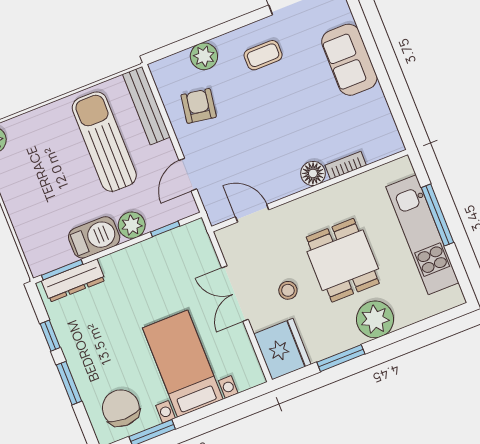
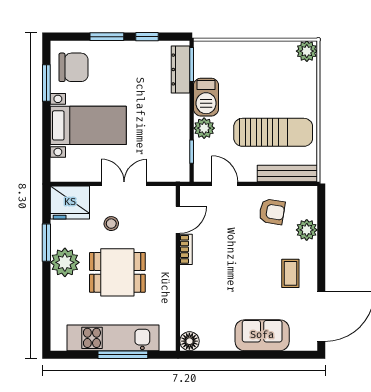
bookcase: (346, 165) -> (186, 249), moved
floor lamp: (313, 173) -> (189, 341), moved
plant: (375, 319) -> (65, 262), moved

